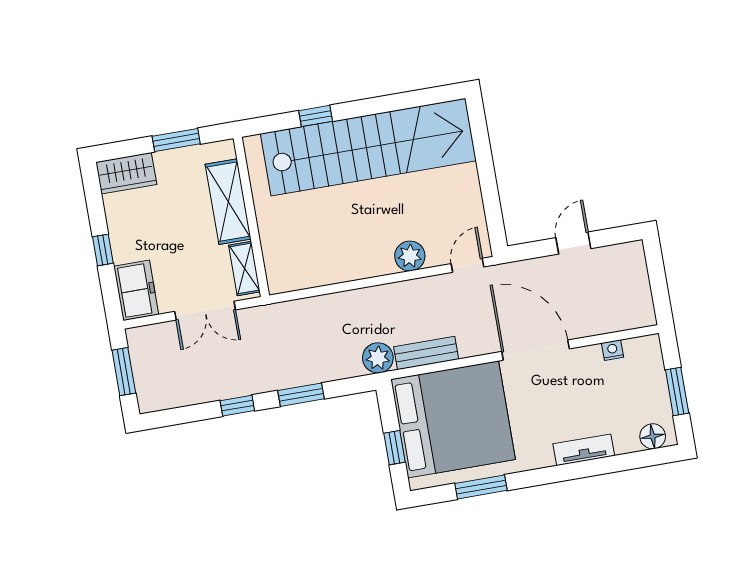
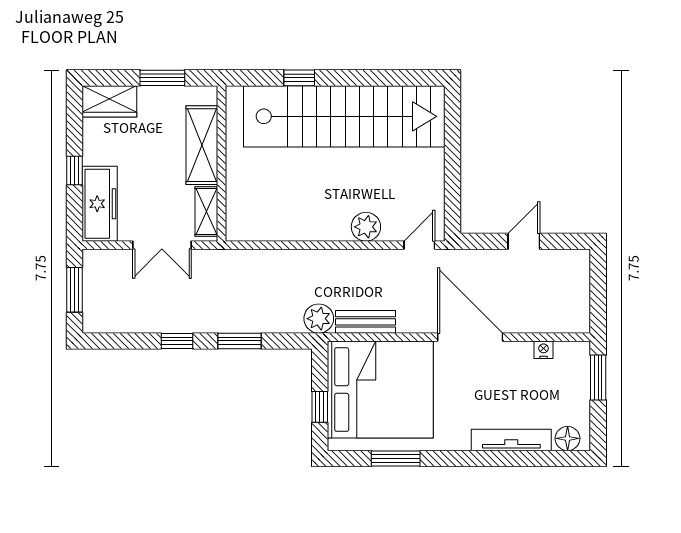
freezer: (136, 290) -> (100, 204), width x1.40
window: (677, 391) -> (598, 377), moved
tv unit: (584, 450) -> (511, 440), width x1.41

